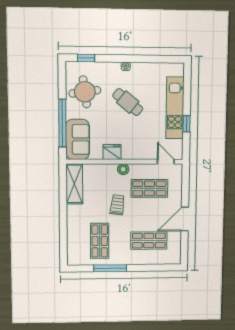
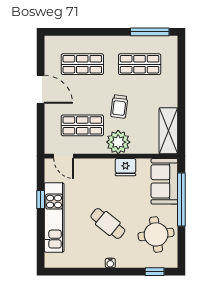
plant: (123, 169) -> (118, 142), width x1.88, depth x1.88
door: (185, 219) -> (41, 89), hinge flipped
shop shelf: (100, 241) -> (140, 64), turned 90
window: (110, 268) -> (150, 32), moved

